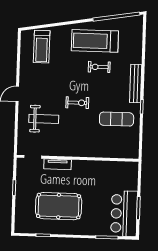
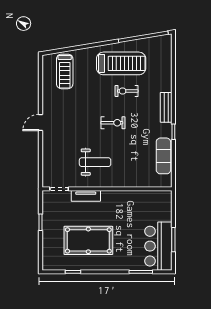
treadmill: (95, 41) -> (121, 63), turned 180
bench: (136, 84) -> (166, 107), width x0.73
exercise bike: (77, 103) -> (113, 123), moved
weight bench: (44, 119) -> (95, 162), moved
exercise mat: (117, 119) -> (163, 156), moved, turned 90

